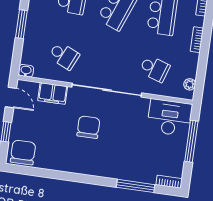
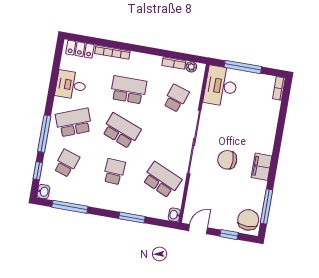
bookcase: (197, 40) -> (174, 63), moved
school desk: (64, 56) -> (162, 180), width x1.85
filing cabinet: (53, 93) -> (261, 167), moved, turned 180
chair: (23, 152) -> (248, 220), turned 90
window: (136, 186) -> (266, 206), moved

